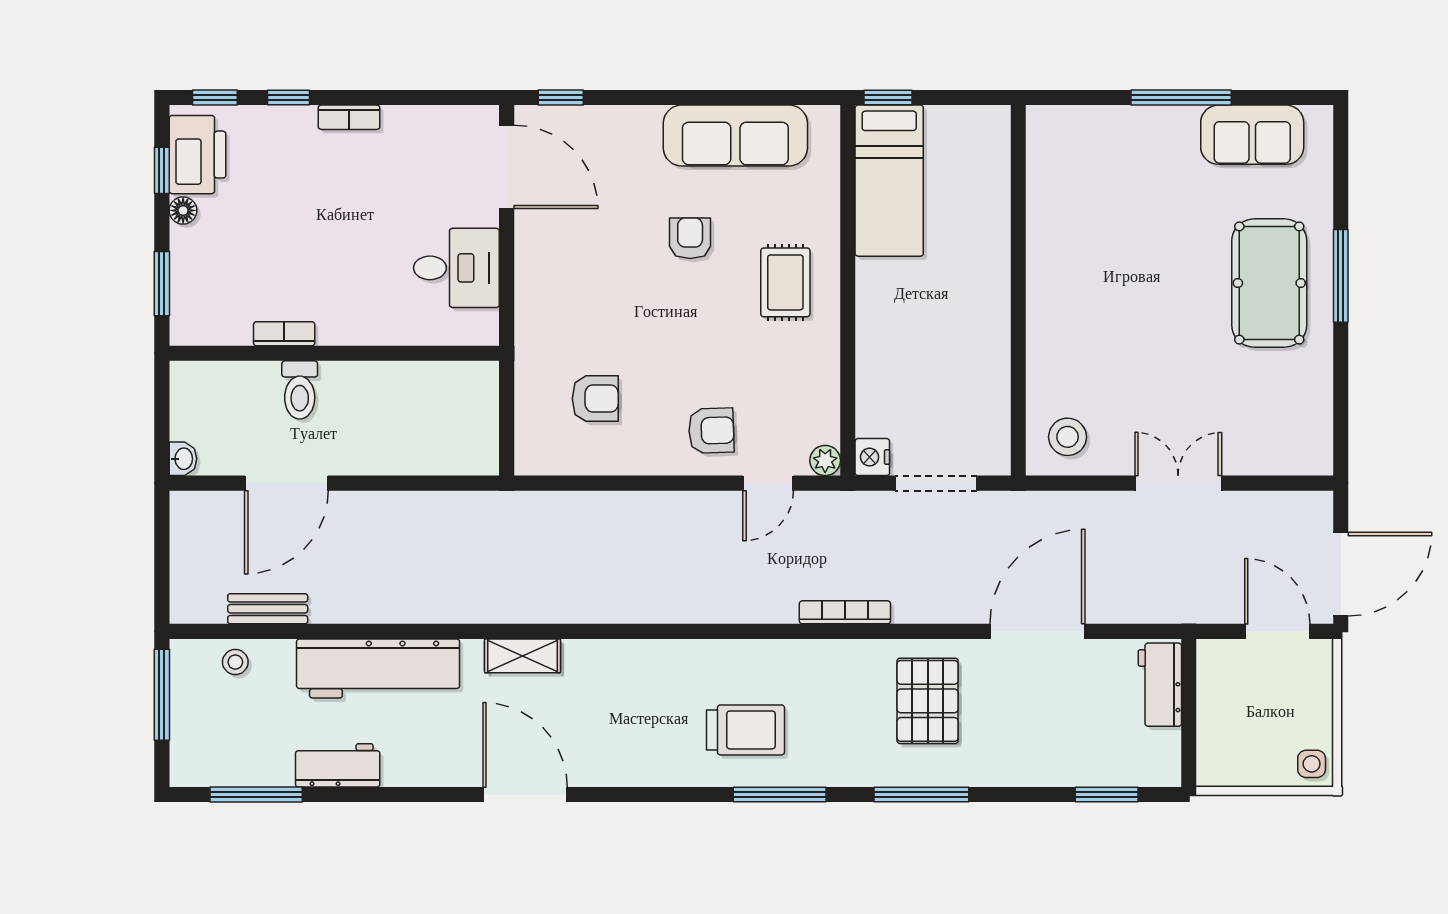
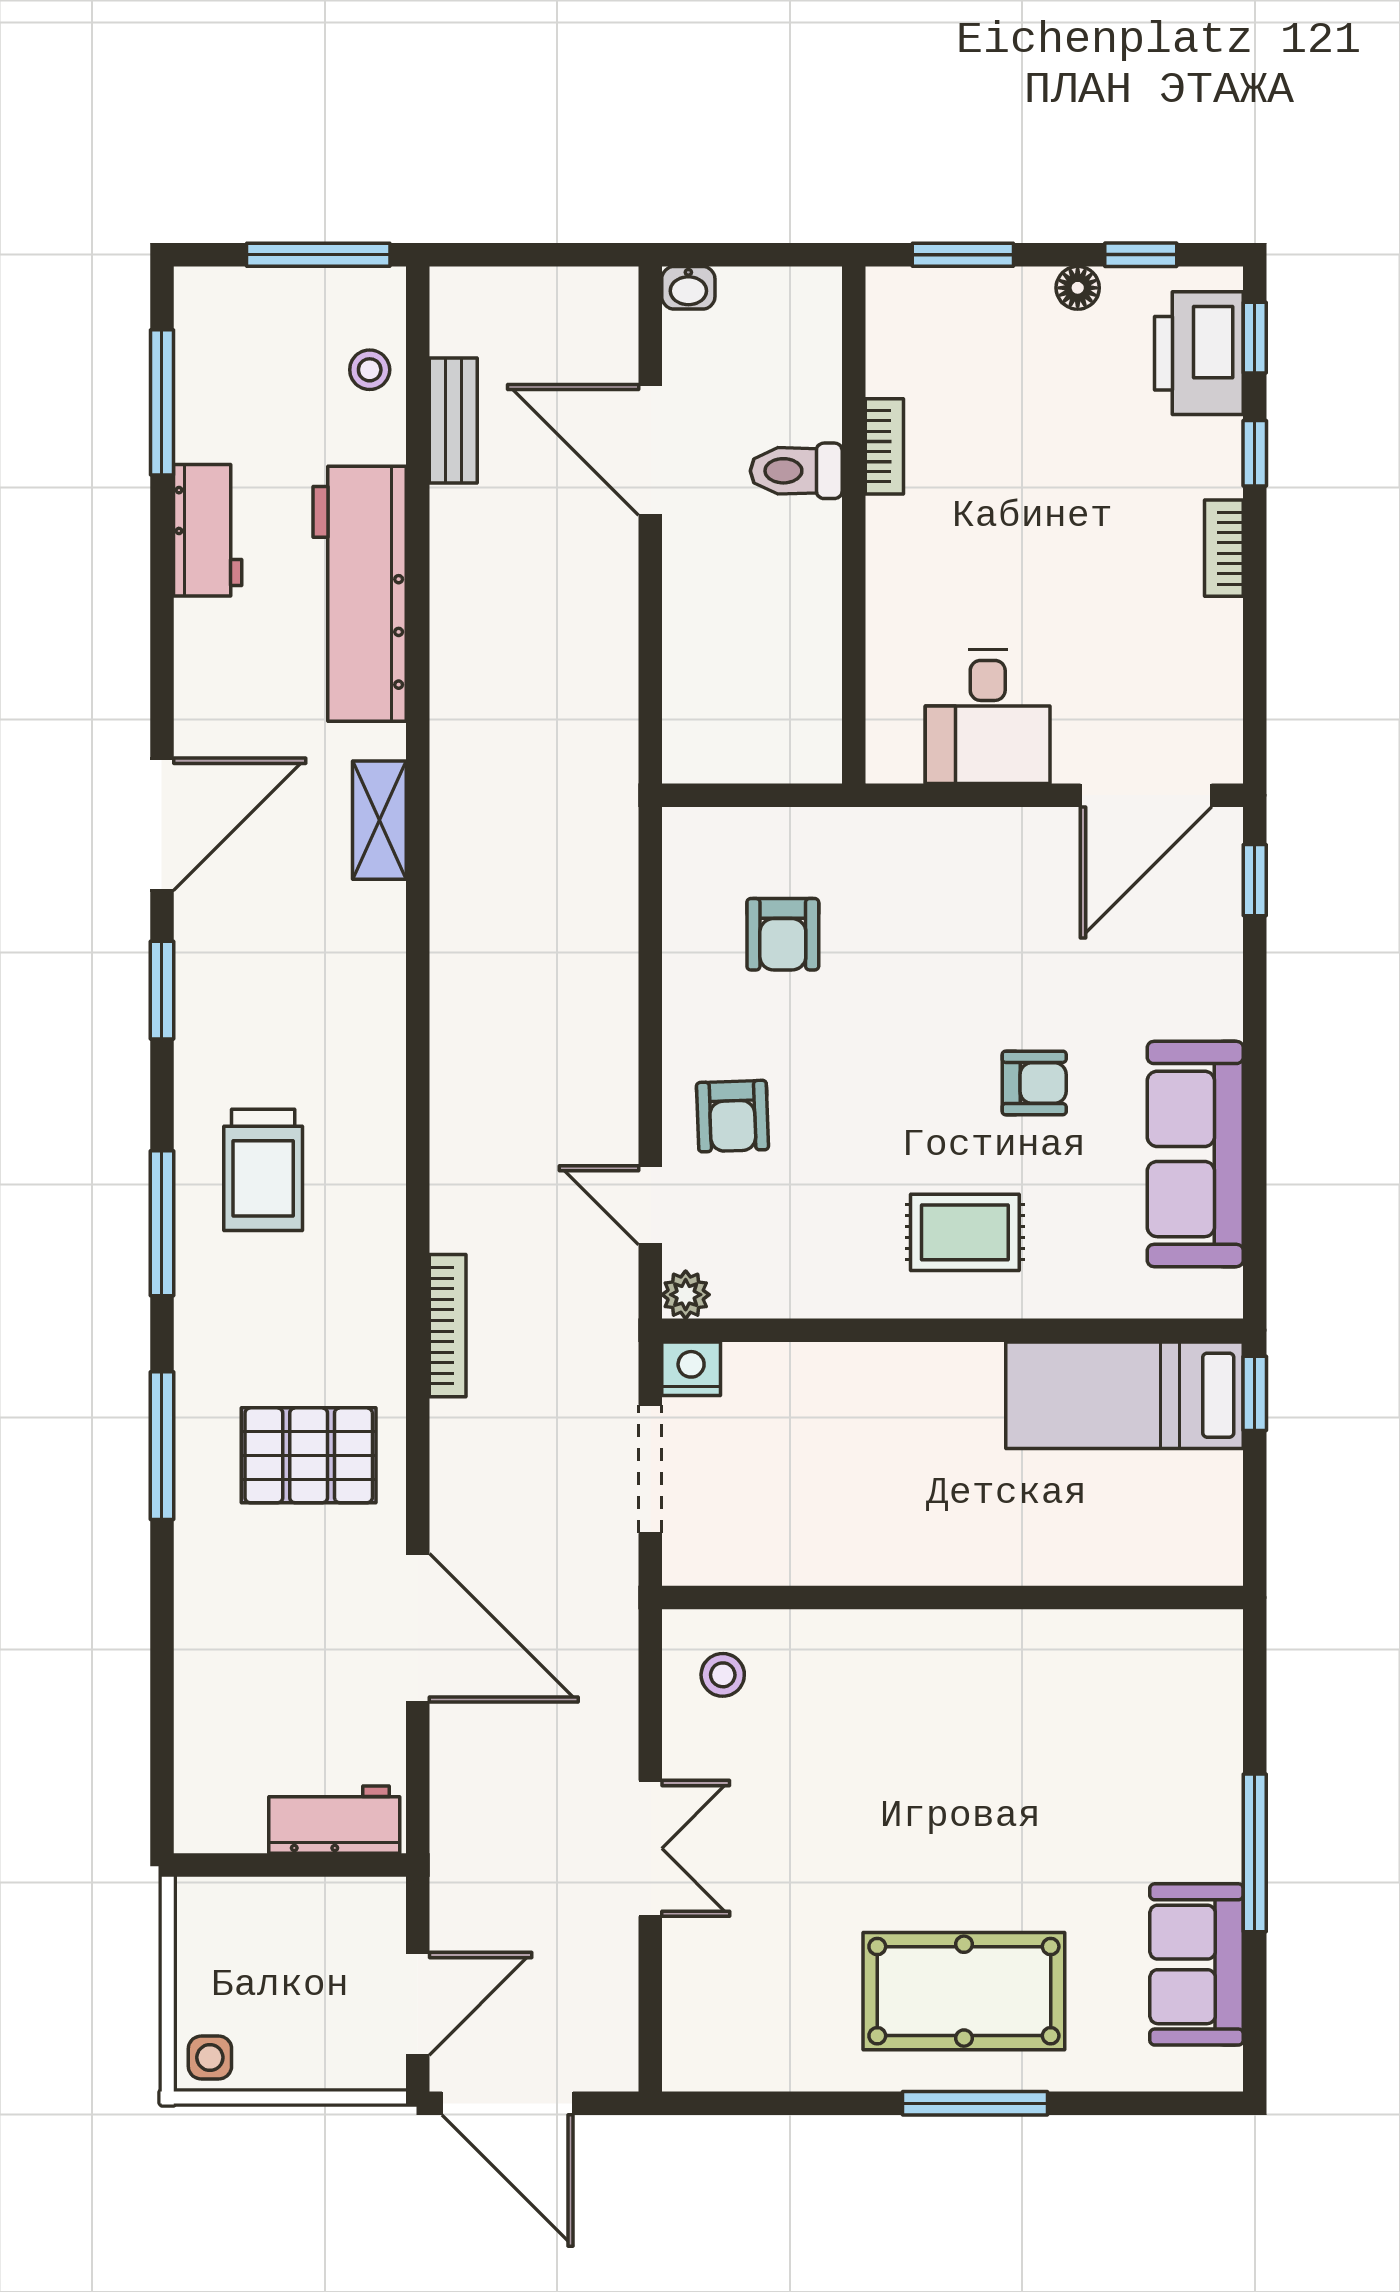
printer: (197, 155) -> (1199, 353), moved, turned 90
stool: (1068, 437) -> (723, 1675), width x0.73, depth x0.73
window: (1107, 795) -> (162, 990), moved

